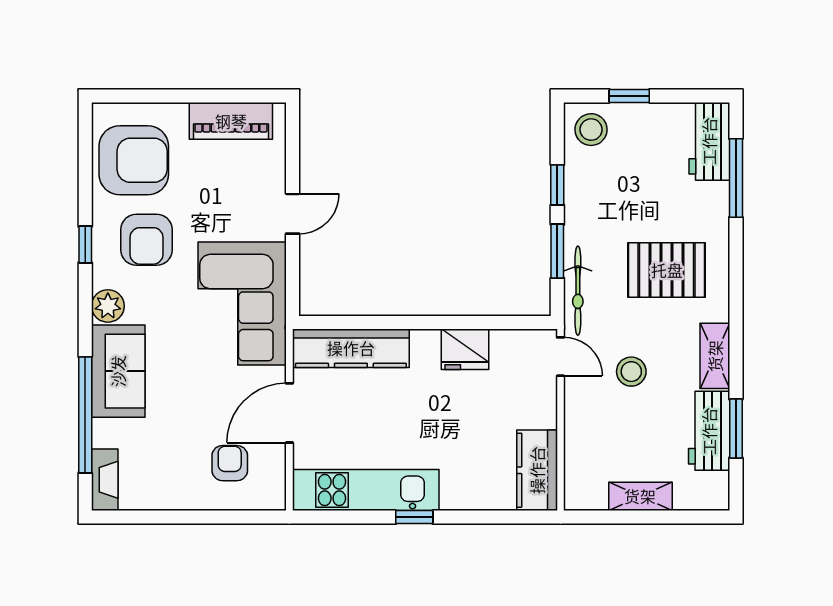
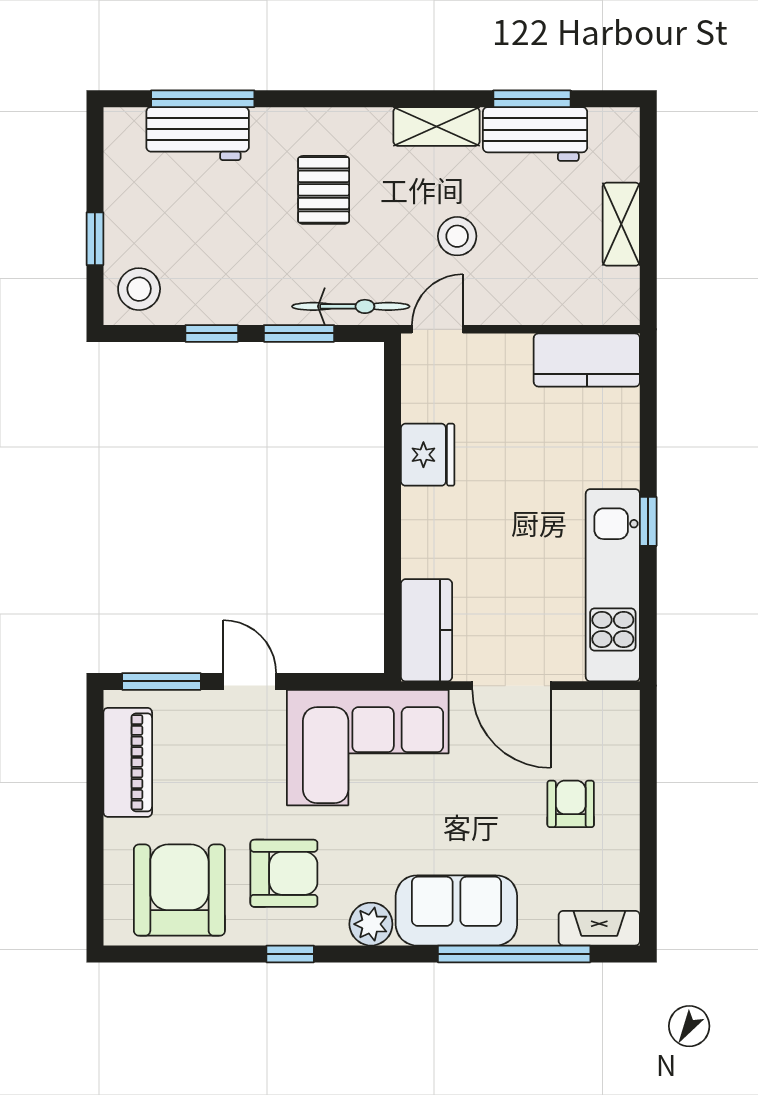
workbench: (709, 141) -> (198, 134), moved
window: (293, 147) -> (161, 681), added
pallet: (667, 270) -> (324, 190), width x0.67, depth x0.71
kitchen counter: (351, 348) -> (427, 630), width x0.67
armchair: (230, 463) -> (571, 804), moved, turned 90

